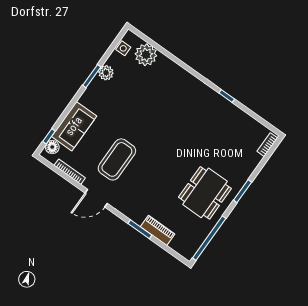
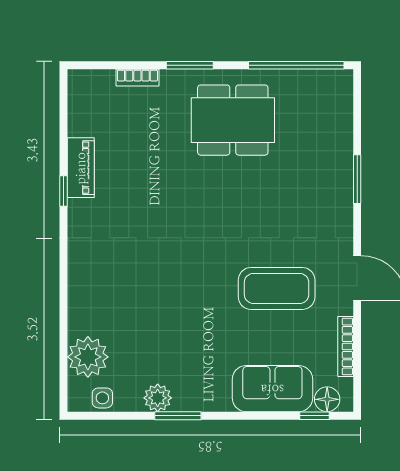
bookcase: (267, 145) -> (137, 78), moved
piano: (158, 230) -> (81, 168), moved, turned 180

